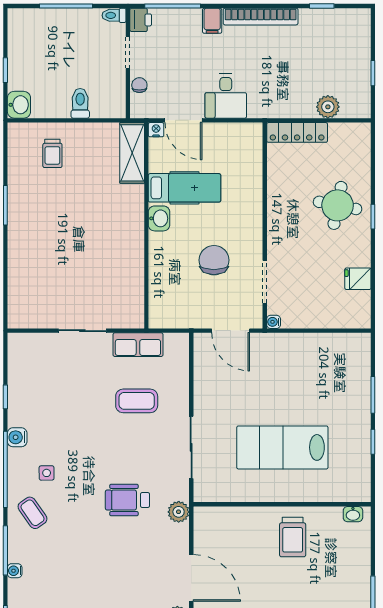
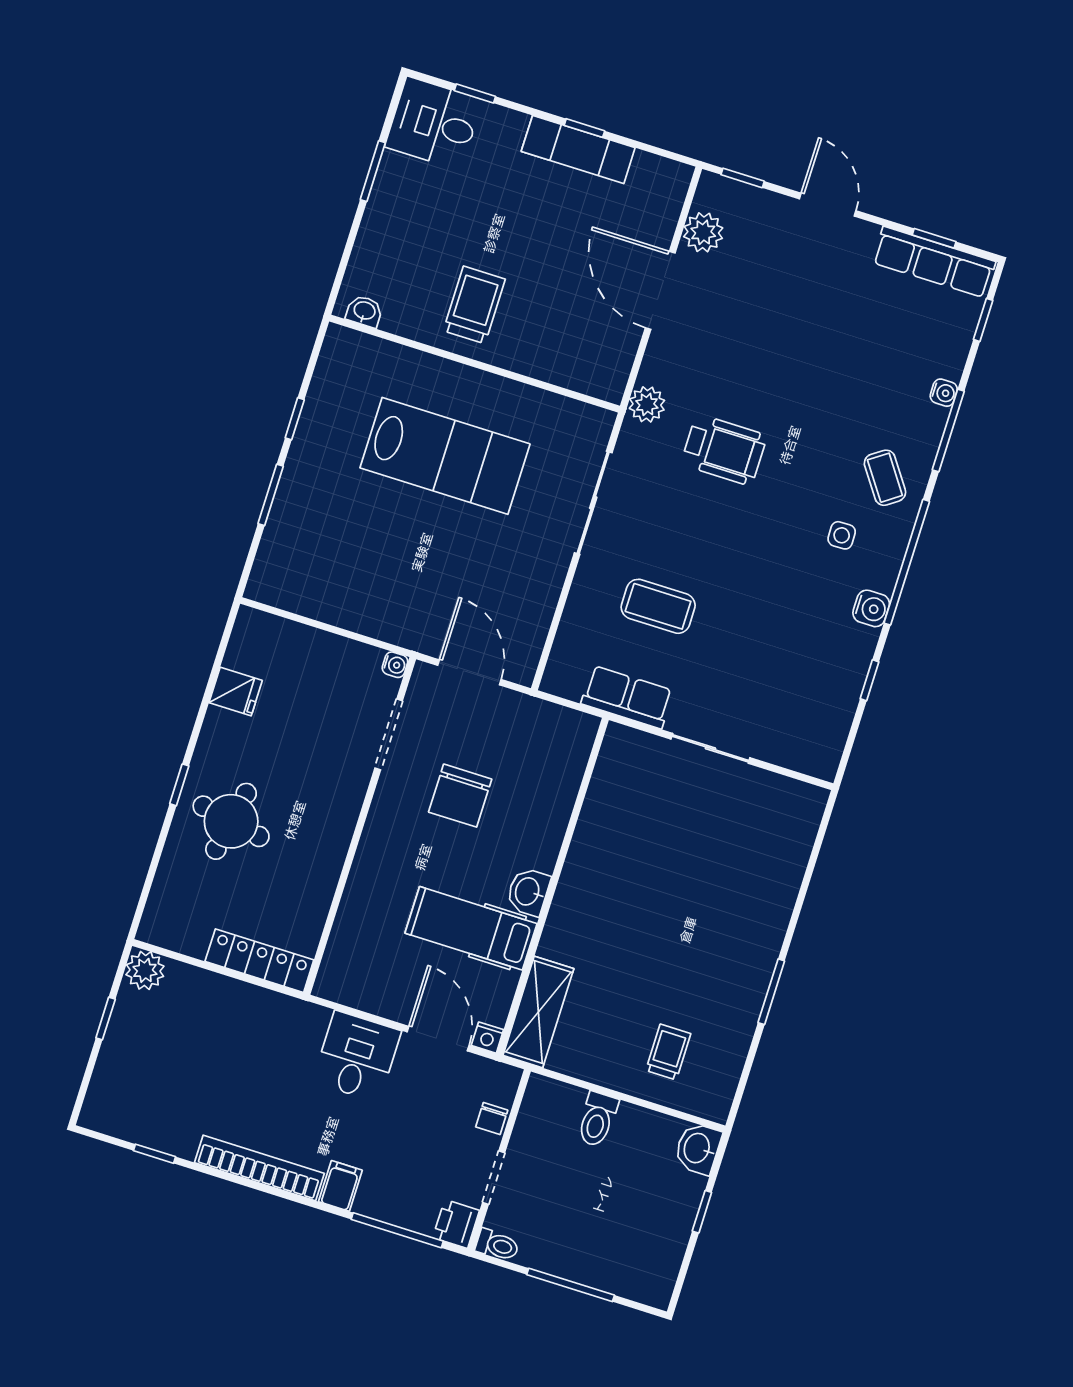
plant: (328, 107) -> (145, 970), moved

